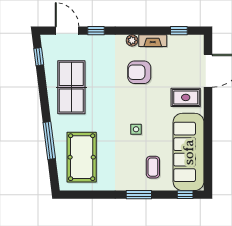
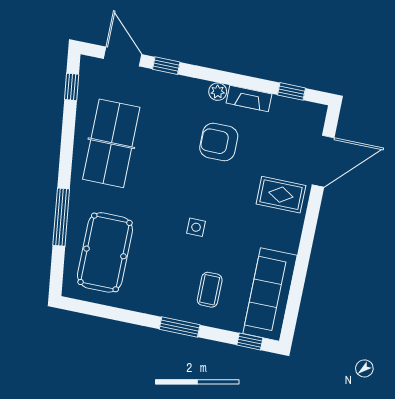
sofa: (189, 152) -> (270, 294), width x0.74, depth x0.79

